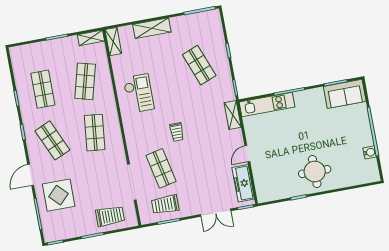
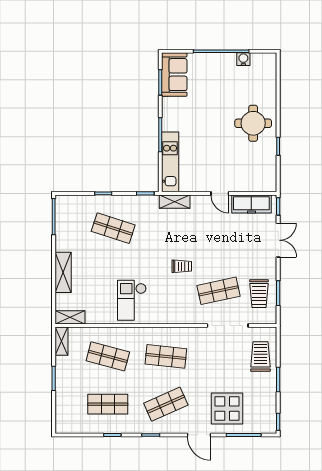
shop shelf: (199, 65) -> (113, 228), turned 39
checkout: (139, 93) -> (132, 300), turned -90

